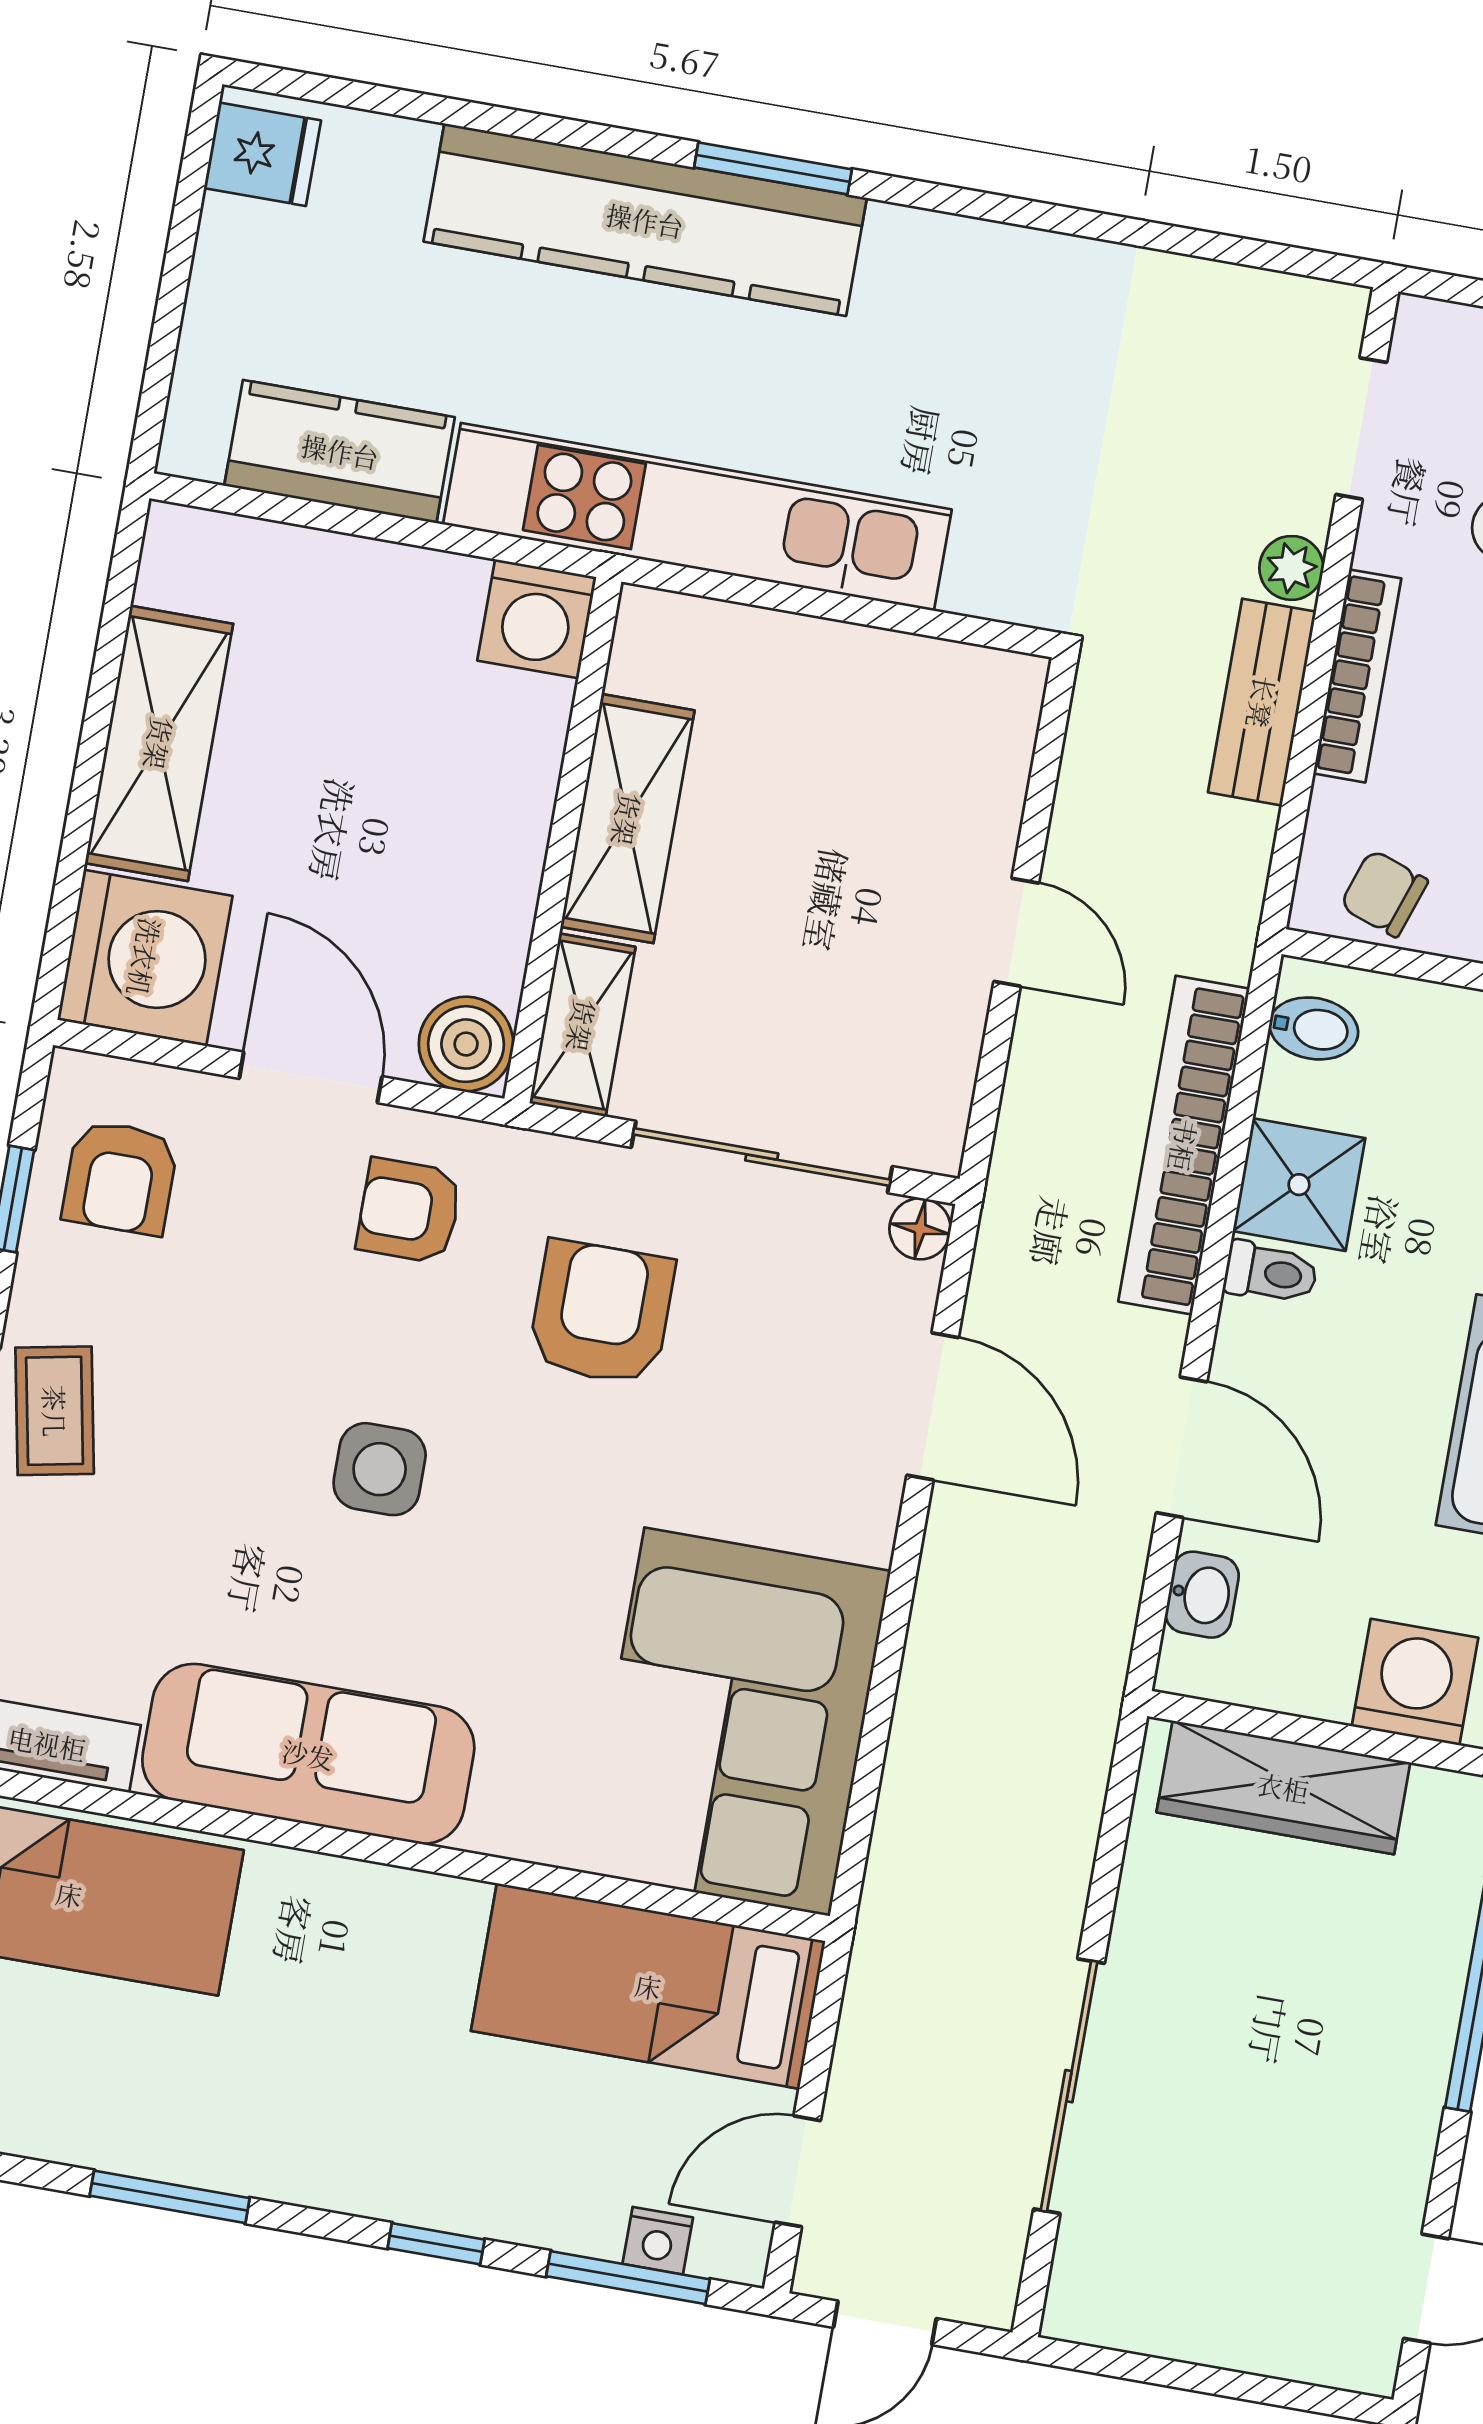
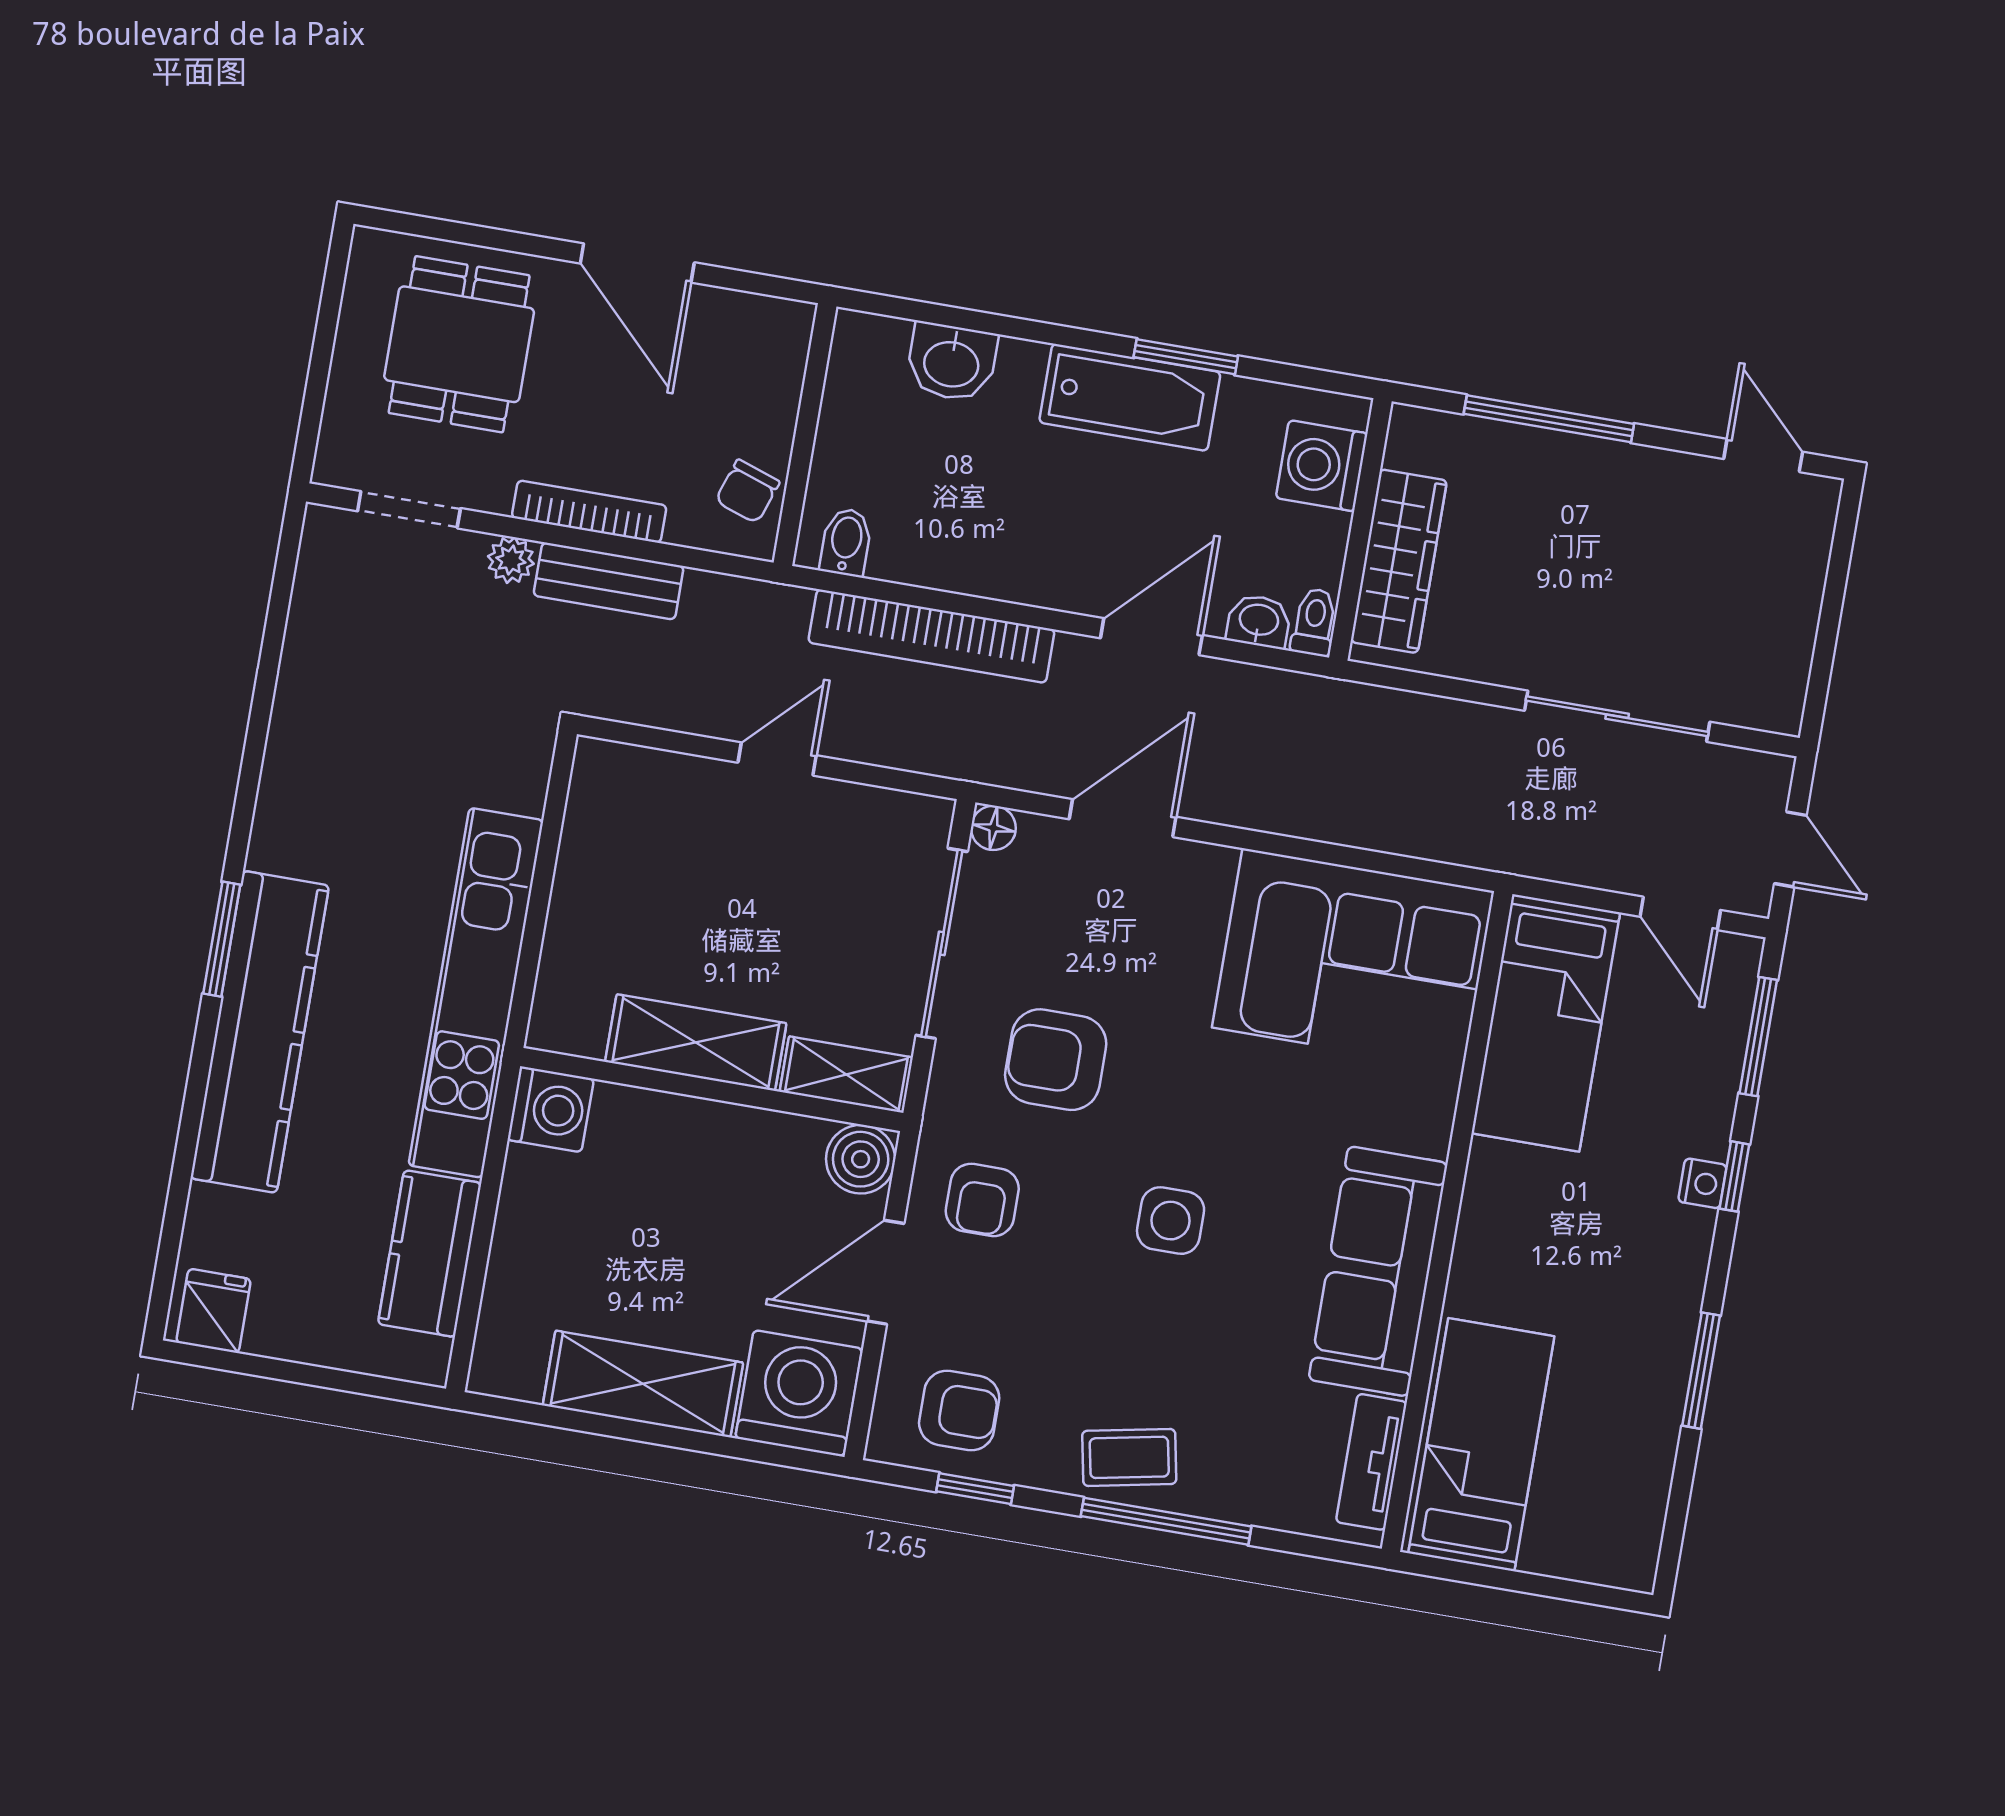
shower: (1299, 1185) -> (960, 552), removed
toilet: (1271, 1273) -> (1314, 622), moved
nightstand: (658, 2241) -> (1702, 1183), moved

